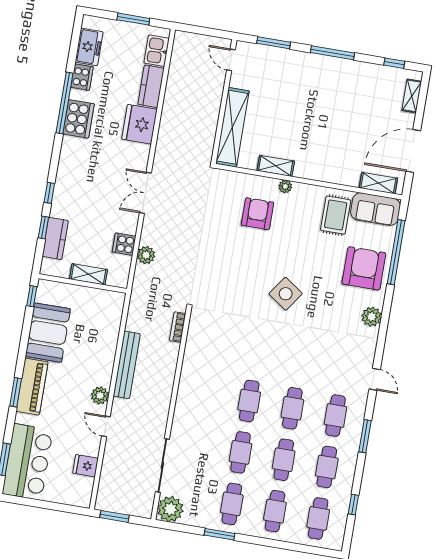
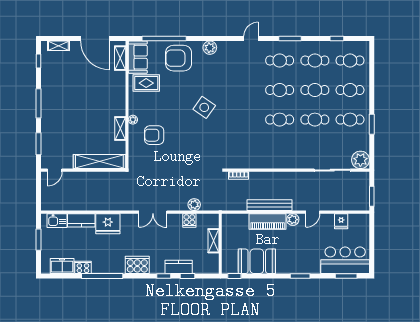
cooker: (79, 119) -> (137, 265), moved
kitchen counter: (55, 238) -> (179, 267), moved
piano: (32, 387) -> (268, 221), moved, turned 180

